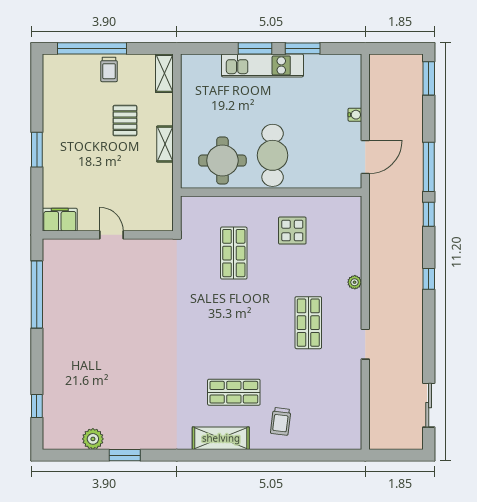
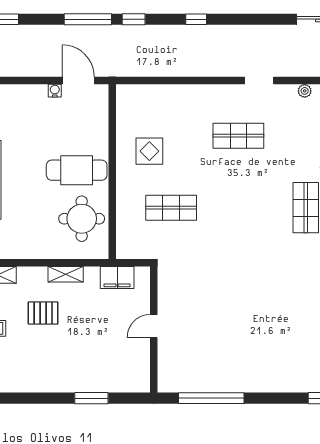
water cooler: (355, 115) -> (55, 91), moved
window: (37, 150) -> (91, 398), moved
filing cabinet: (60, 220) -> (117, 278), moved, turned -90
plant: (355, 282) -> (305, 91), moved

